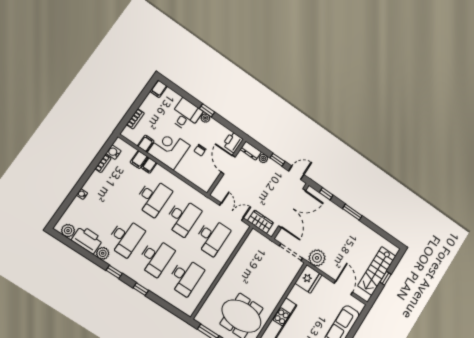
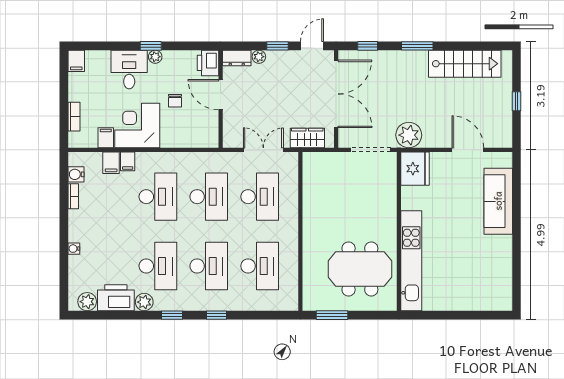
stairs: (377, 271) -> (465, 64), moved, turned -90

